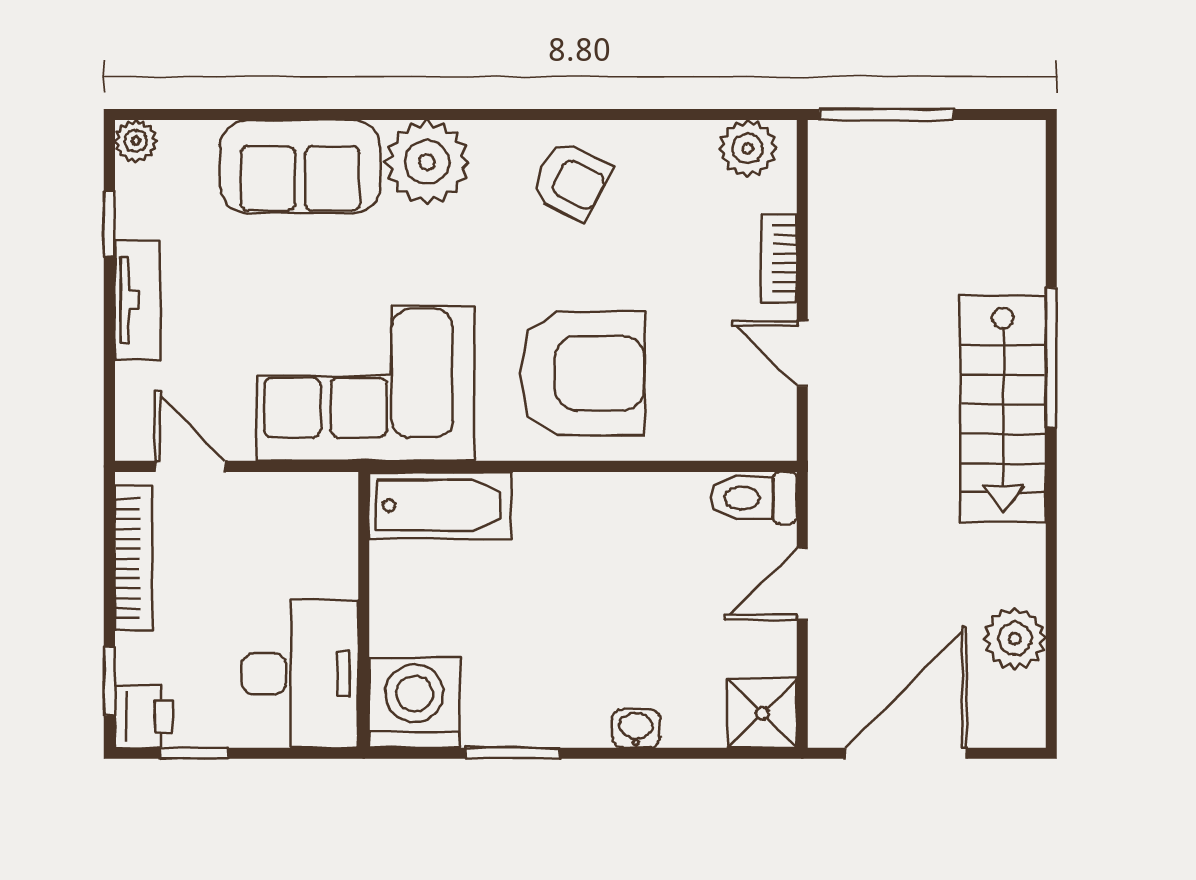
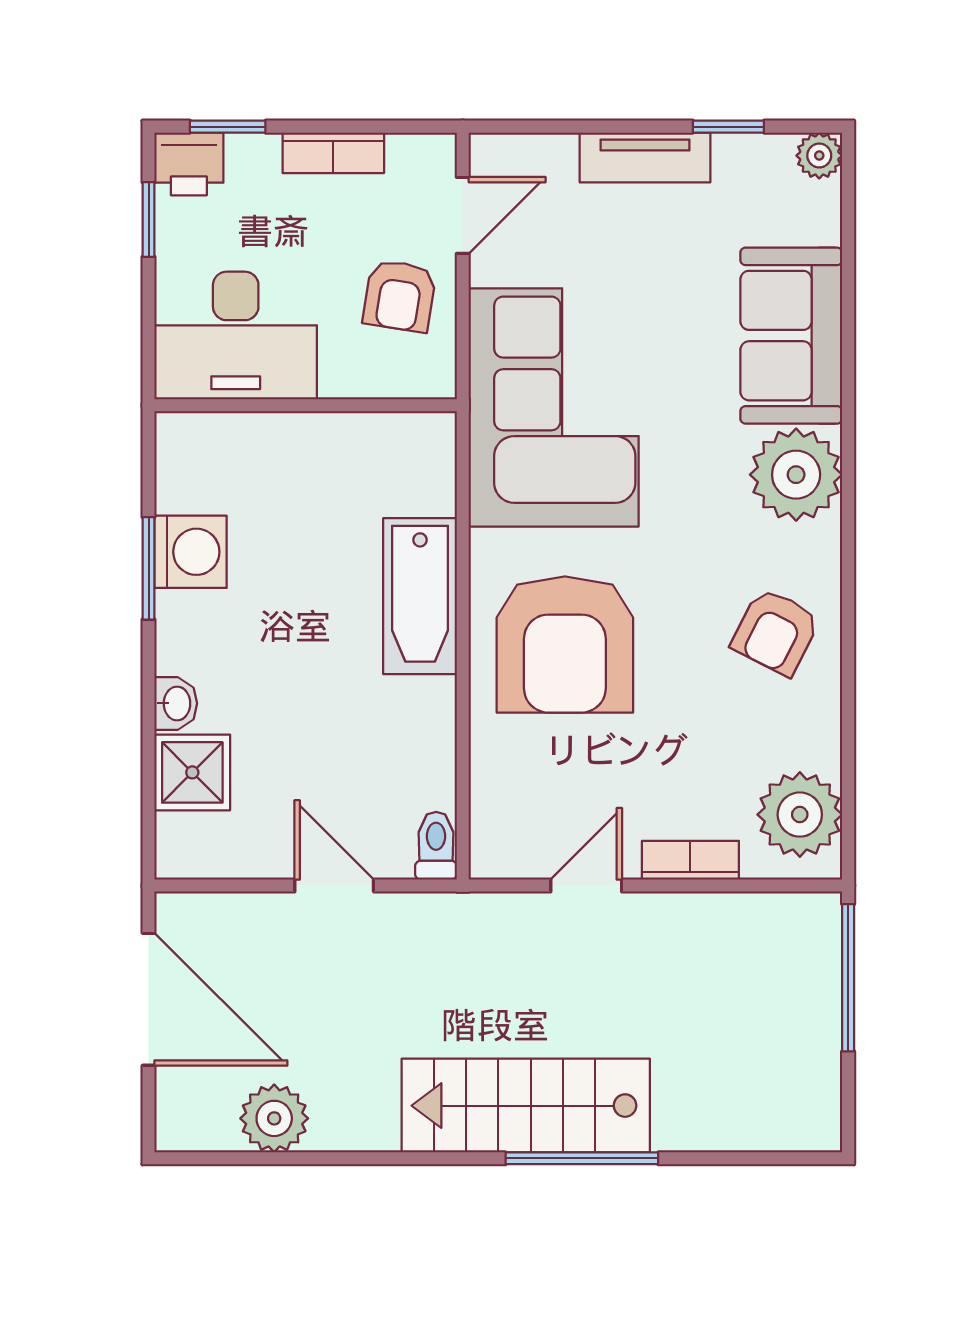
plant: (748, 148) -> (800, 815), width x1.36, depth x1.36
toilet: (754, 498) -> (436, 846), width x0.73, depth x0.72
bathtub: (440, 505) -> (420, 596), moved
armchair: (264, 524) -> (399, 296), added
bookcase: (133, 559) -> (333, 153), width x0.64
washing machine: (414, 703) -> (191, 552), moved, width x0.73, depth x0.73
shower: (762, 713) -> (192, 772), moved

